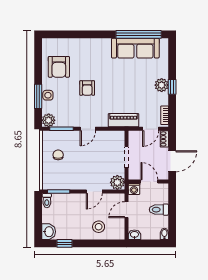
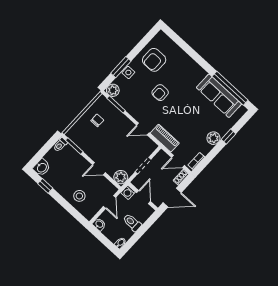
window: (172, 87) -> (228, 137), moved
door: (88, 129) -> (143, 129), moved
door: (126, 210) -> (110, 202), swing flipped

